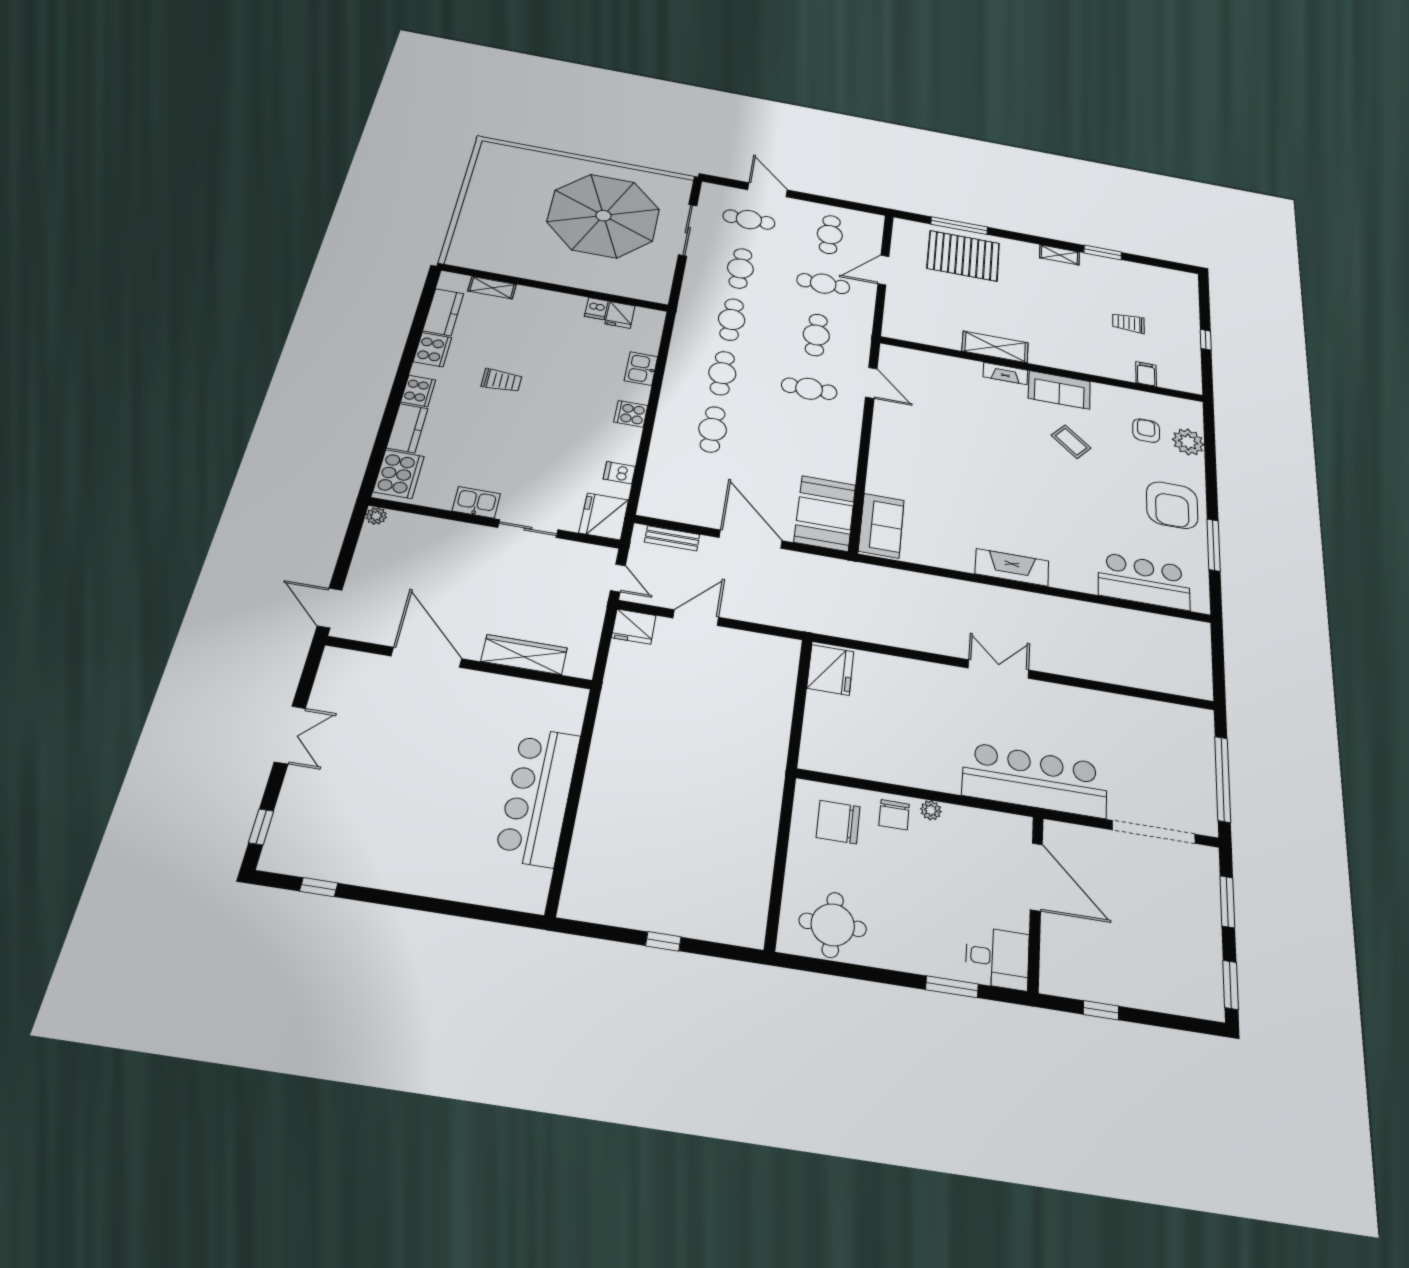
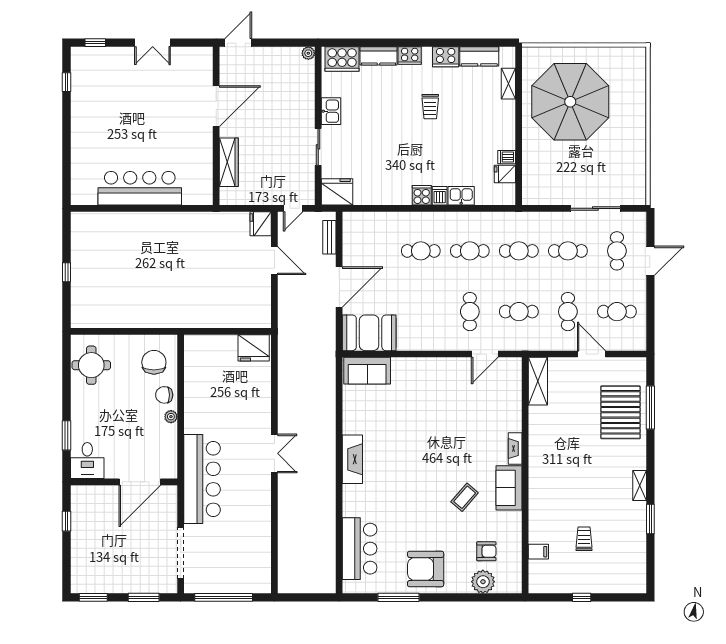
parasol: (603, 216) -> (570, 102), moved
shelving: (995, 347) -> (538, 381), moved
dishwasher: (619, 473) -> (440, 196), moved

